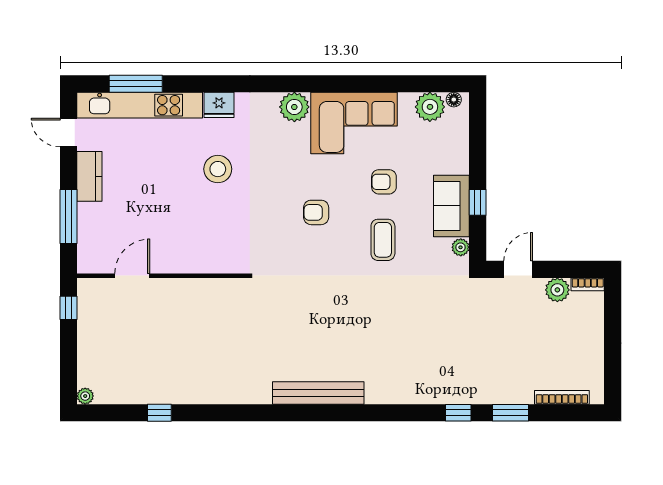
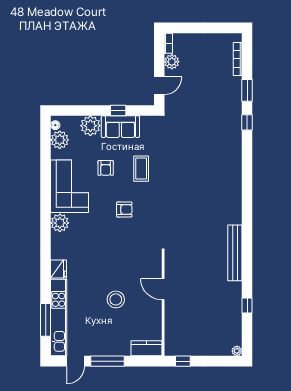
stool: (218, 169) -> (116, 299), moved
kitchen counter: (89, 176) -> (146, 348), moved
armchair: (316, 212) -> (124, 209), turned -90
window: (69, 216) -> (107, 361), moved
coffee table: (383, 240) -> (141, 169), turned 90
plant: (461, 247) -> (90, 126), moved, width x1.88, depth x1.88
door: (518, 269) -> (159, 86), swing flipped
door: (132, 276) -> (163, 289), moved
bench: (318, 393) -> (235, 253), moved

